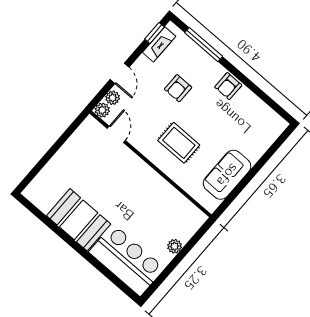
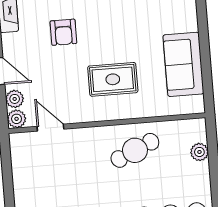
cafe table: (151, 195) -> (135, 150), added
plant: (175, 246) -> (199, 152), moved

